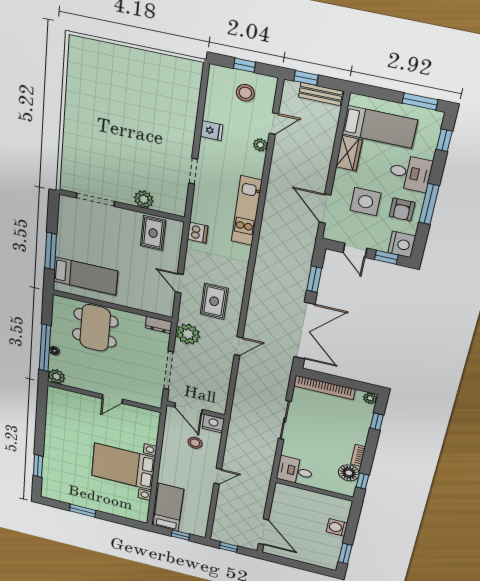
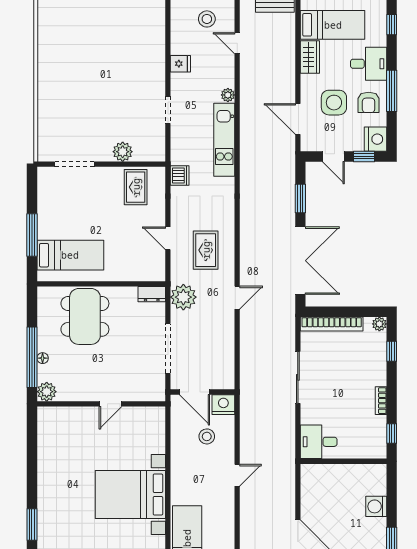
door: (274, 124) -> (237, 43), swing flipped
plant: (260, 145) -> (228, 95), moved
floor lamp: (349, 473) -> (375, 427), removed

